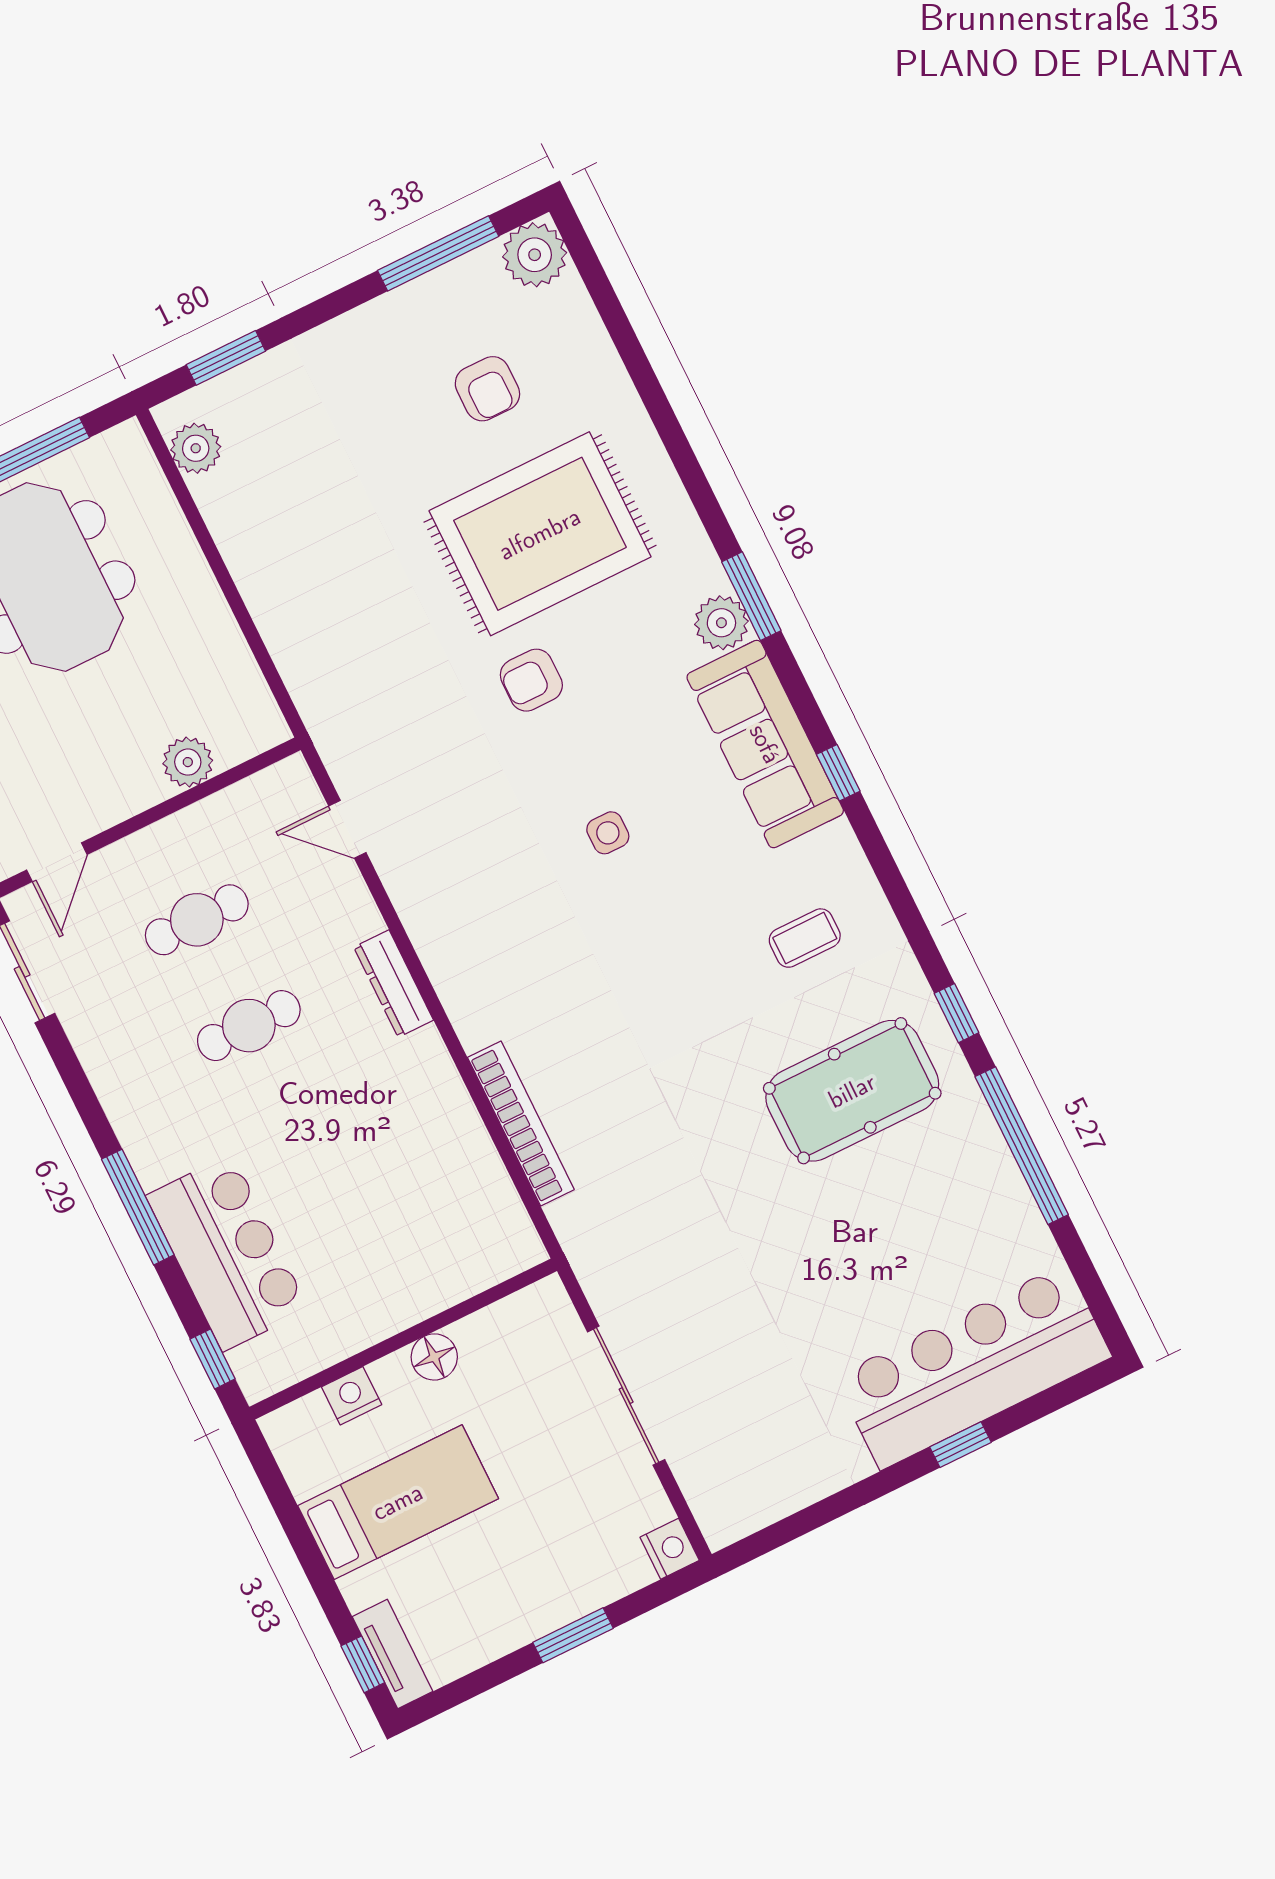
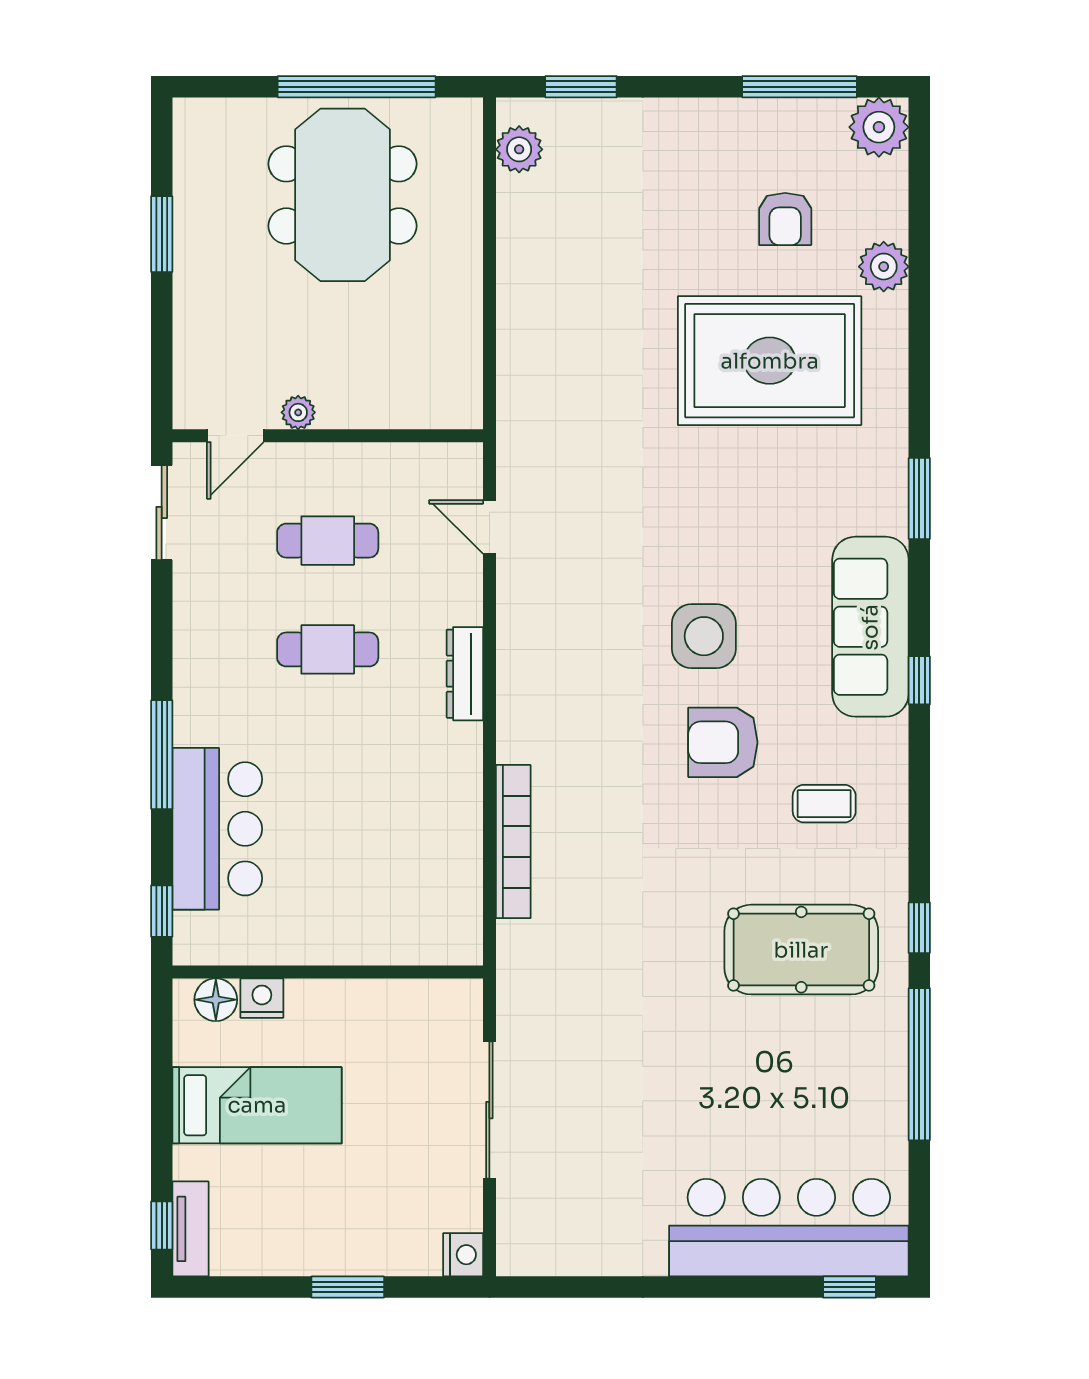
plant: (721, 623) -> (884, 267), moved
armchair: (531, 680) -> (723, 742), moved, width x1.38, depth x1.38
plant: (188, 762) -> (298, 412), moved, width x0.73, depth x0.73
side table: (608, 833) -> (704, 636), width x1.87, depth x1.87
floor lamp: (434, 1357) -> (216, 1000), moved
window: (960, 1445) -> (850, 1287), moved

